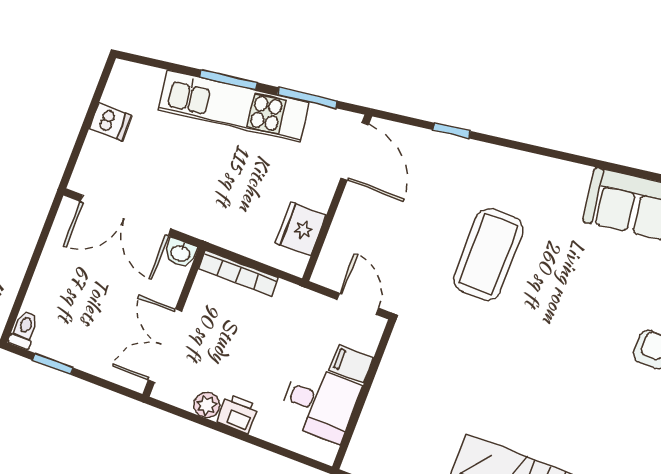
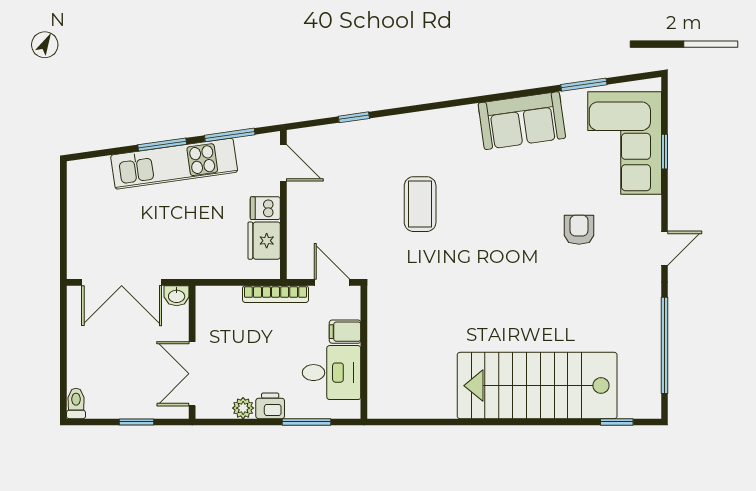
dishwasher: (110, 122) -> (265, 208), moved, turned 180
door: (355, 151) -> (283, 163), width x0.73
coffee table: (488, 254) -> (420, 204), width x0.73, depth x0.76
bookcase: (238, 273) -> (276, 294), moved
window: (53, 364) -> (137, 422), moved
window: (271, 447) -> (306, 422), added

